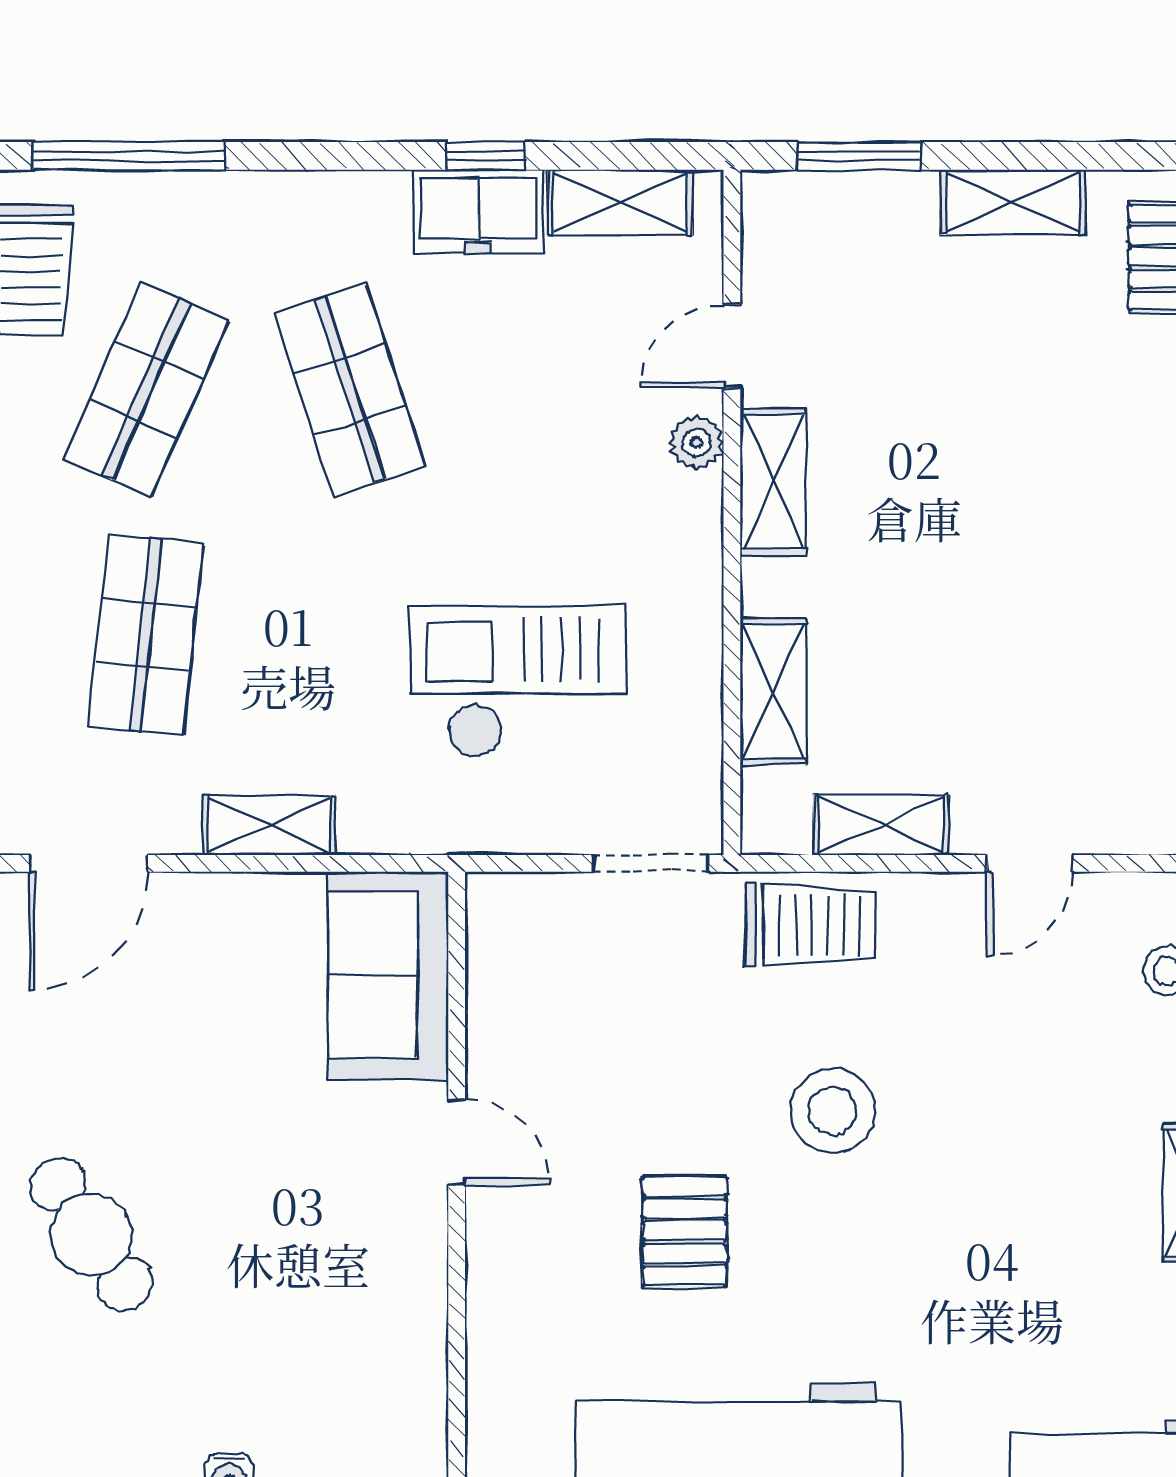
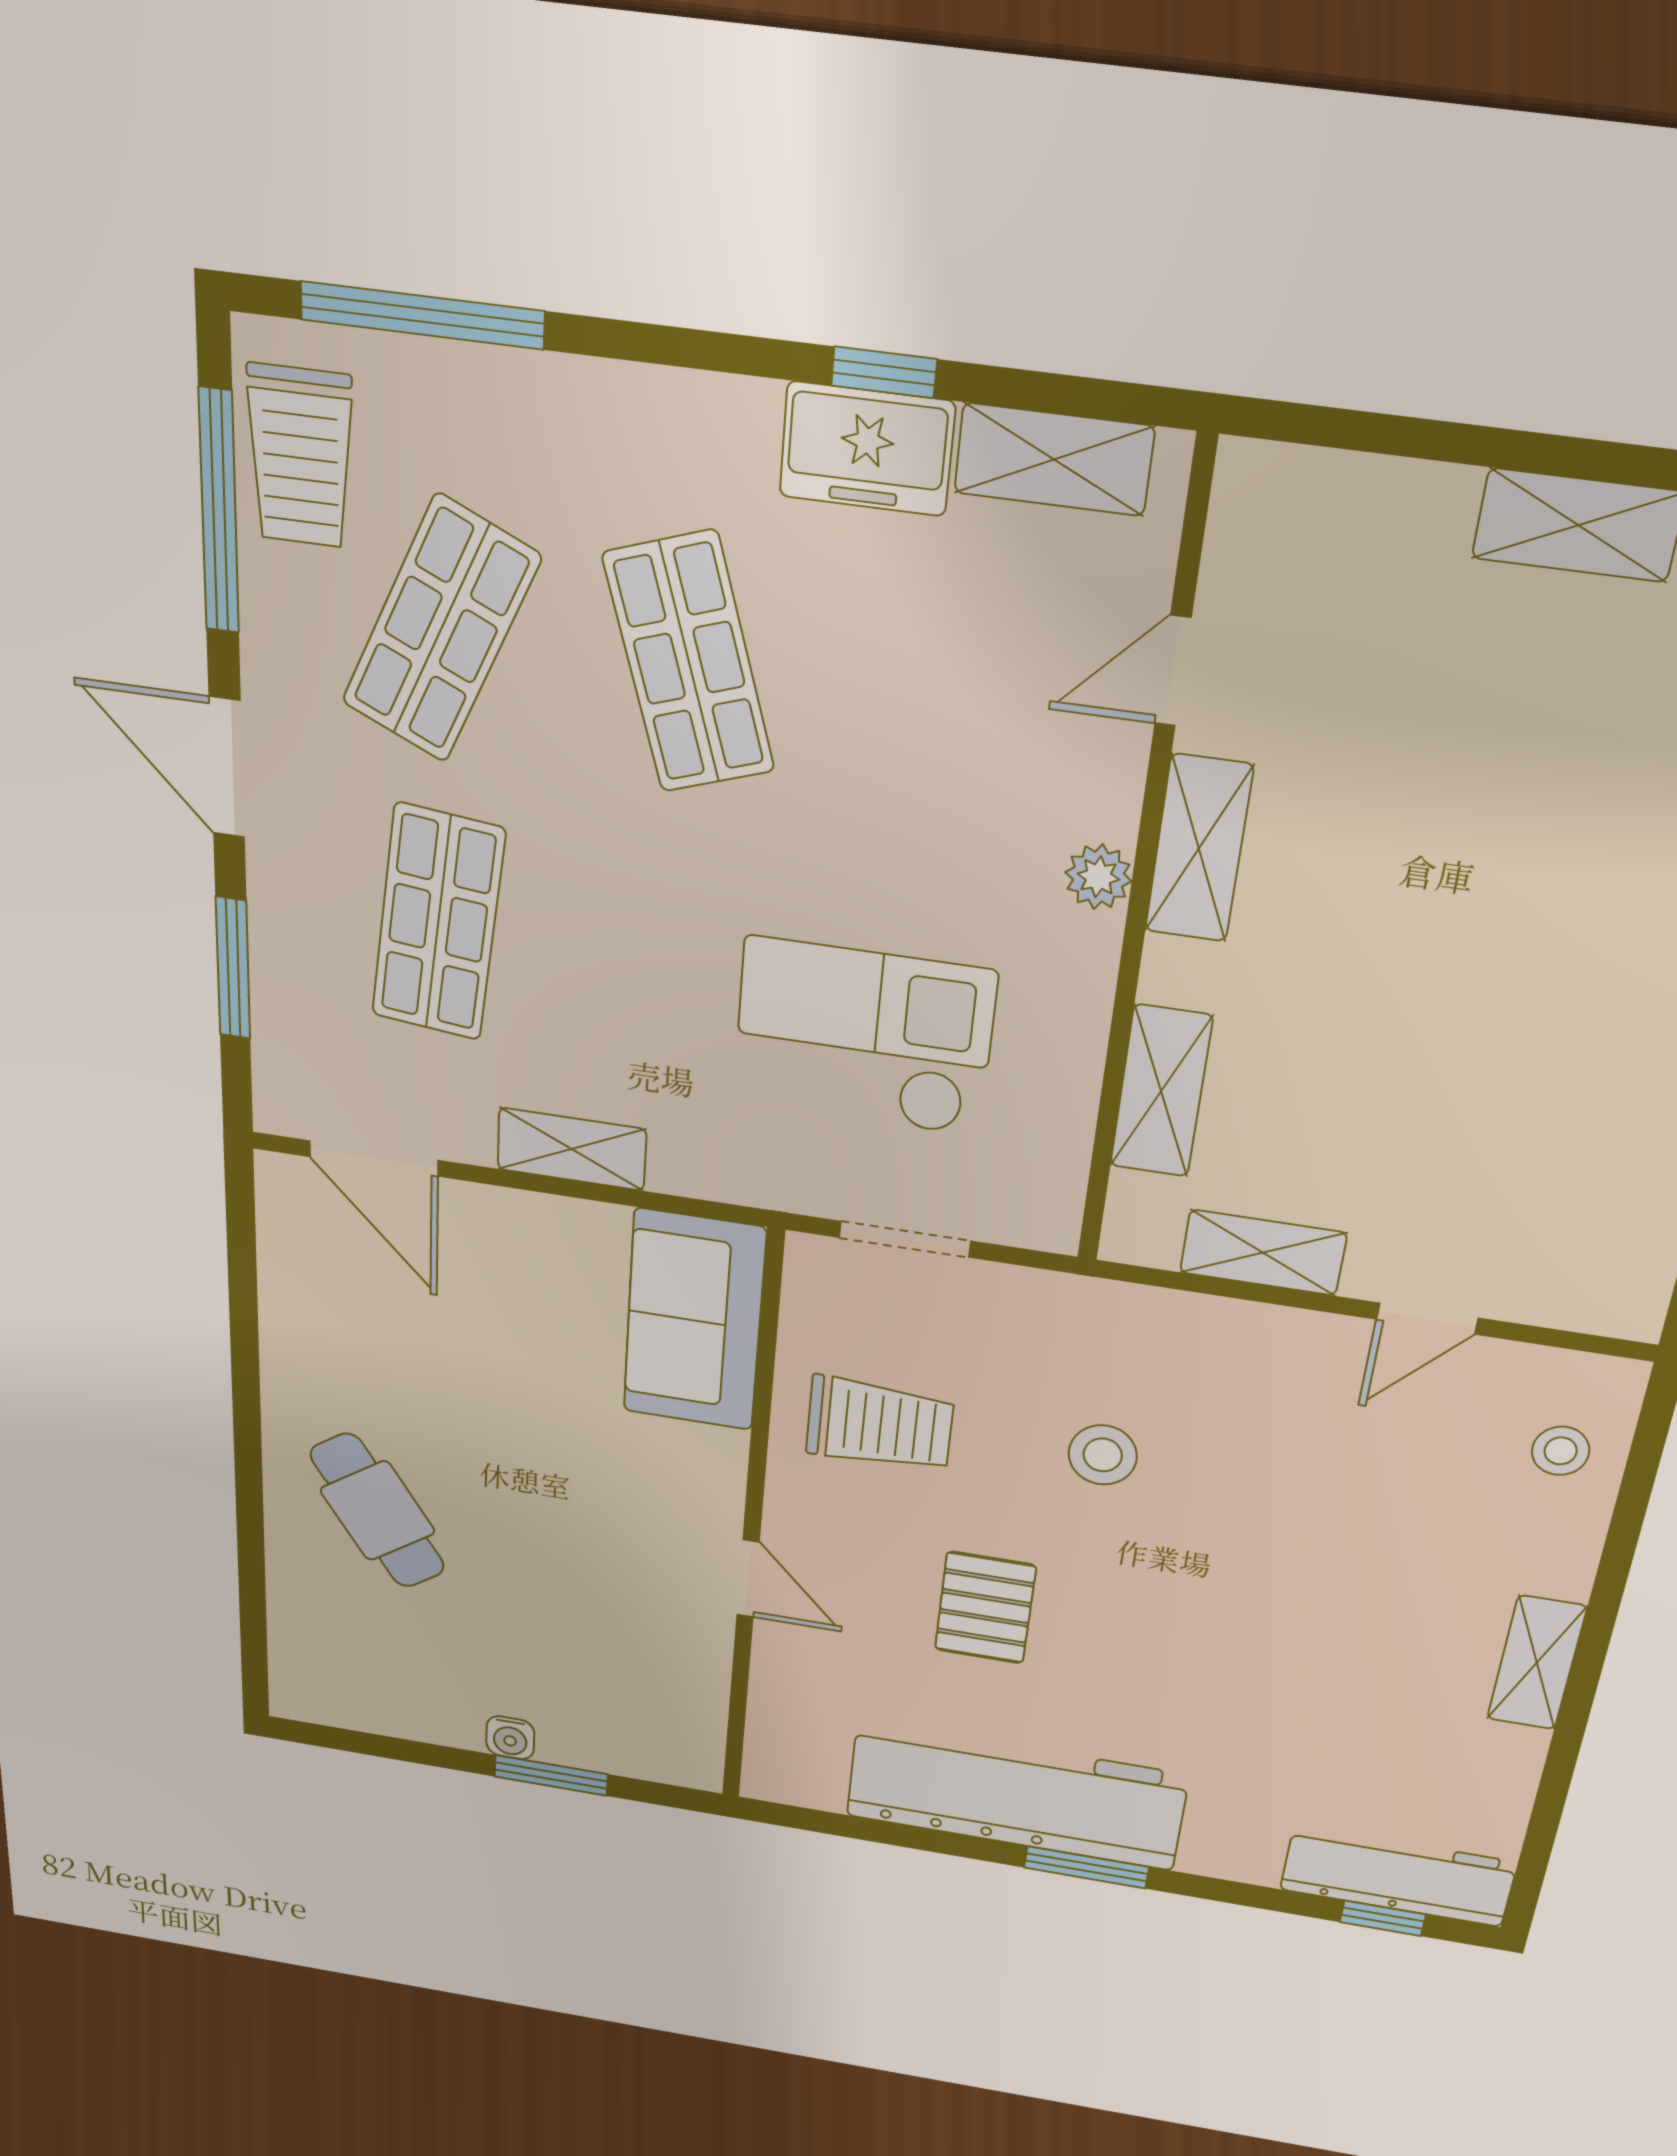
window: (859, 156) -> (1382, 434), removed
plant: (696, 443) -> (1098, 877), moved
door: (89, 863) -> (374, 1158), hinge flipped
doorway: (651, 863) -> (905, 1239), moved
trolley: (811, 925) -> (880, 1424), moved
stool: (833, 1111) -> (1103, 1455), moved, width x0.73, depth x0.73
door: (457, 1142) -> (748, 1578), moved

